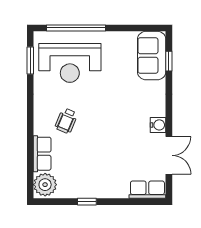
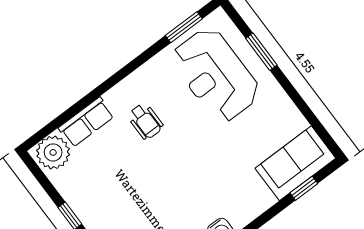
window: (76, 28) -> (261, 52), width x0.47
wheelchair: (66, 121) -> (145, 121), turned -113

